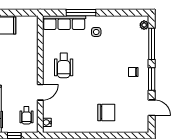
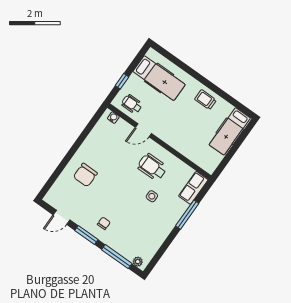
row of seats: (64, 23) -> (193, 188), width x0.68
side table: (96, 32) -> (152, 196), moved
door: (40, 92) -> (143, 130), hinge flipped

